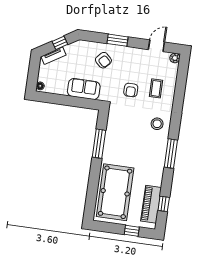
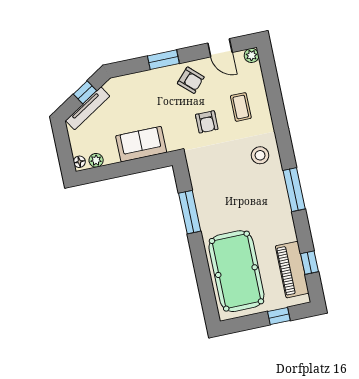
door: (156, 46) -> (220, 48), swing flipped
tv unit: (54, 56) -> (88, 108), width x1.41
armchair: (103, 60) -> (191, 80), moved
plant: (51, 89) -> (96, 160), added

